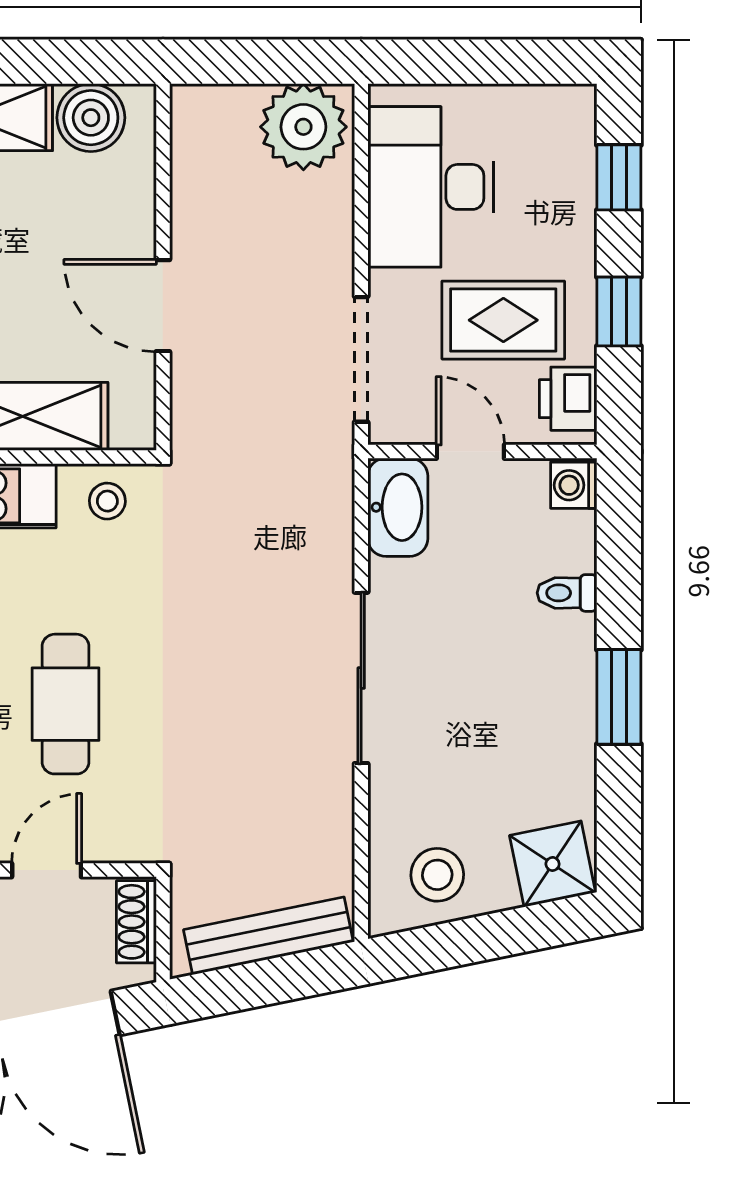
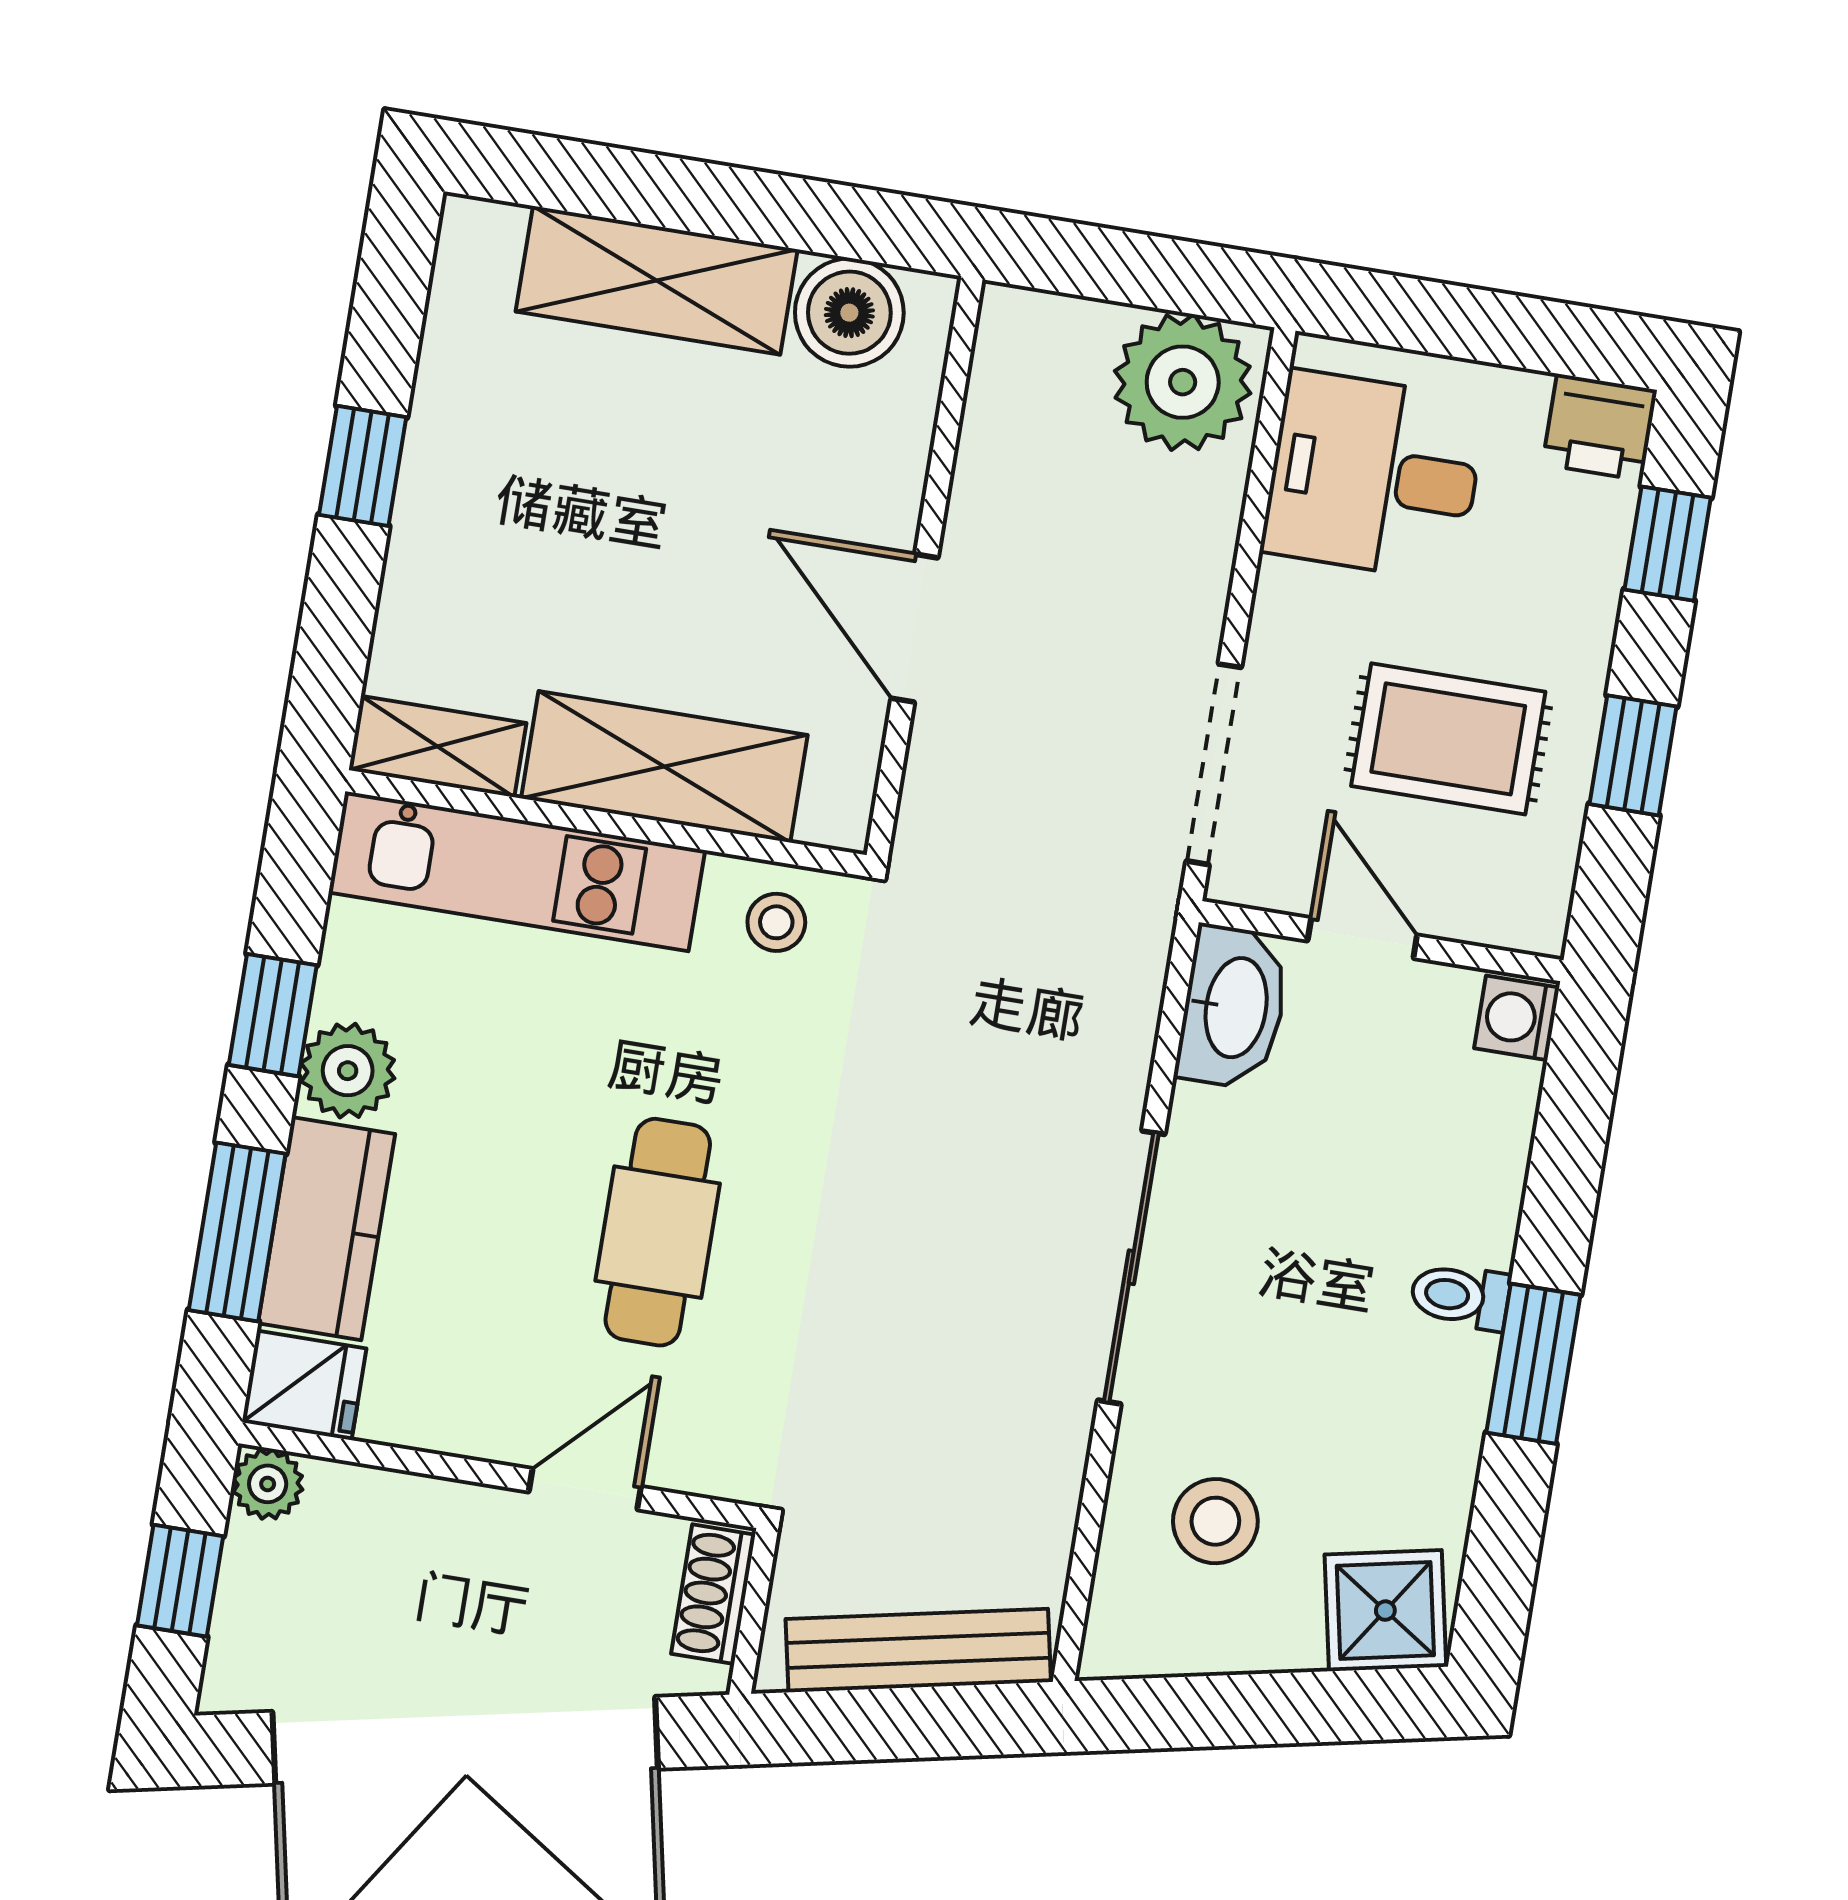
desk: (431, 187) -> (1374, 476), width x0.73
printer: (568, 399) -> (1600, 427), moved, turned -90
toilet: (567, 593) -> (1460, 1296), moved
stool: (437, 875) -> (1215, 1521), moved

